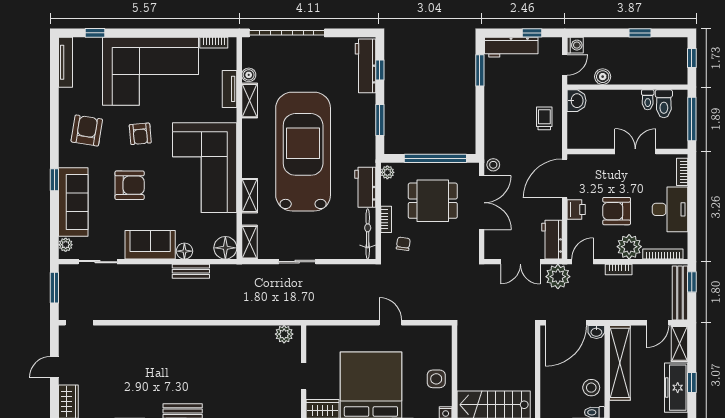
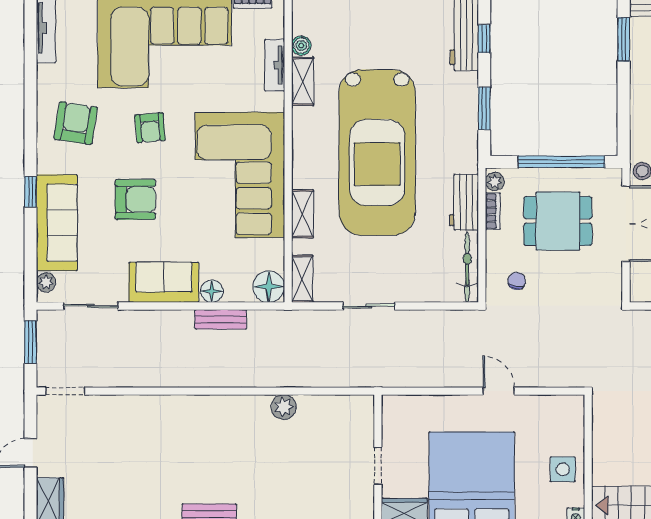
car: (303, 152) -> (377, 153), turned 180
bookcase: (386, 219) -> (493, 211), moved
plant: (284, 334) -> (284, 407), moved

